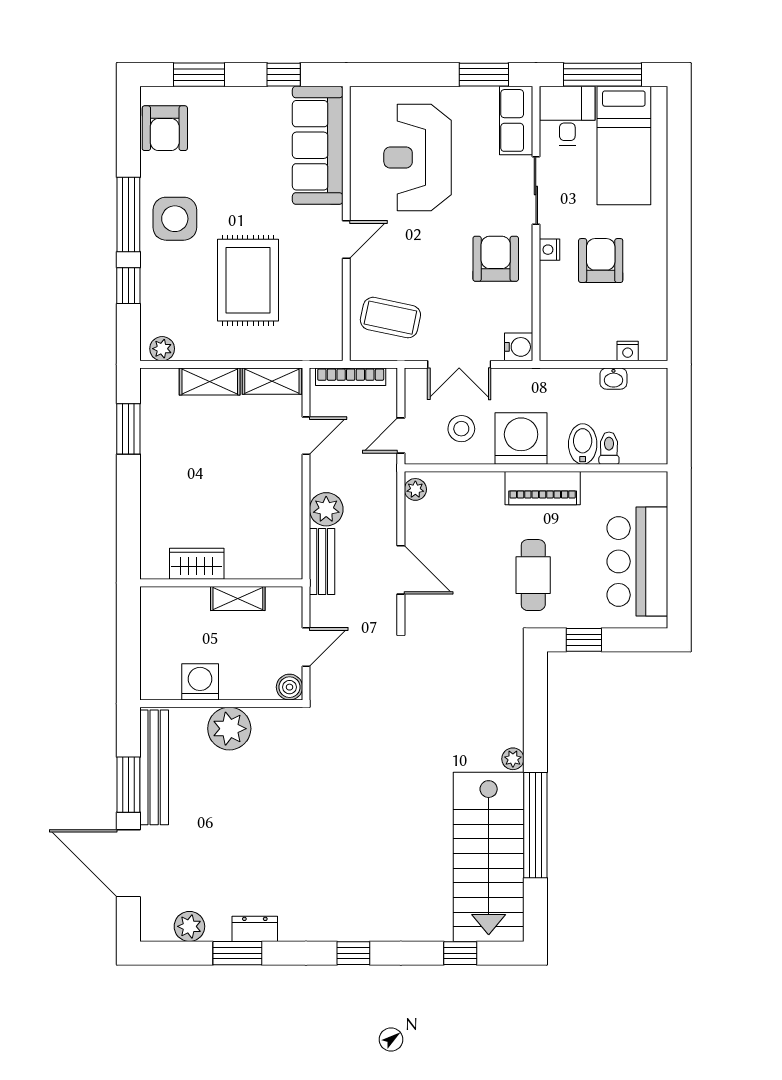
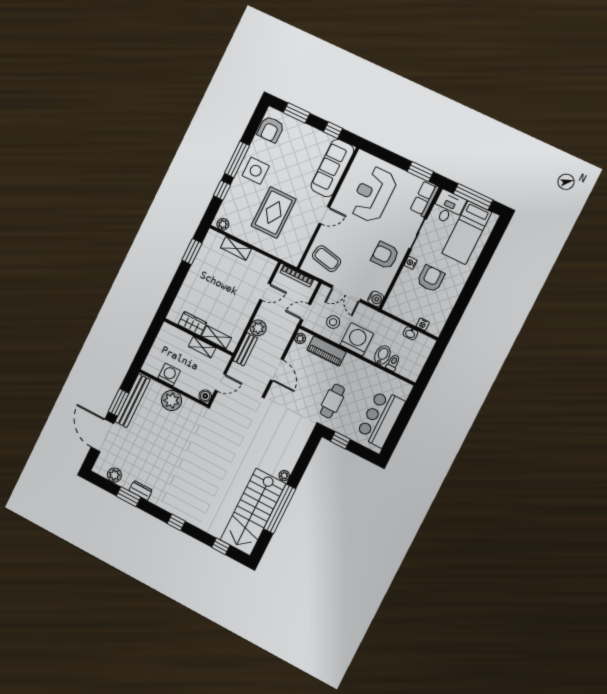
armchair: (496, 259) -> (385, 255), turned -90
shelving: (272, 381) -> (216, 337), moved
piano: (543, 488) -> (326, 351), moved

